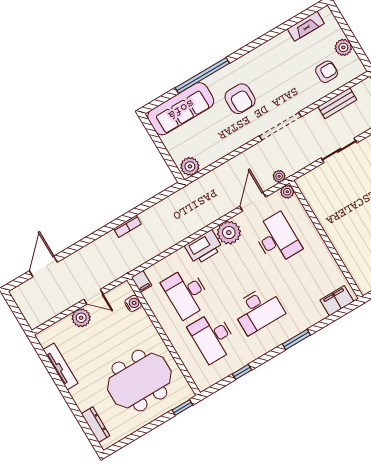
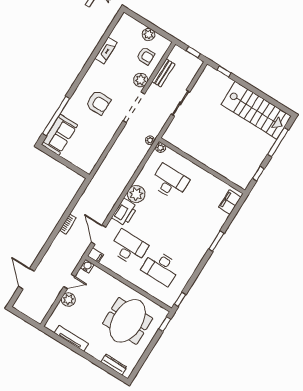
fireplace: (306, 26) -> (106, 51), moved
armchair: (327, 72) -> (146, 56), turned 90
window: (202, 76) -> (56, 116), moved
sofa: (181, 109) -> (59, 135), width x0.73
plant: (190, 166) -> (141, 80), moved
door: (253, 202) -> (98, 235), moved
desk: (186, 293) -> (129, 248), turned 180
water cooler: (133, 303) -> (87, 266), moved
desk: (258, 310) -> (181, 235), removed
window: (242, 372) -> (180, 299), moved

